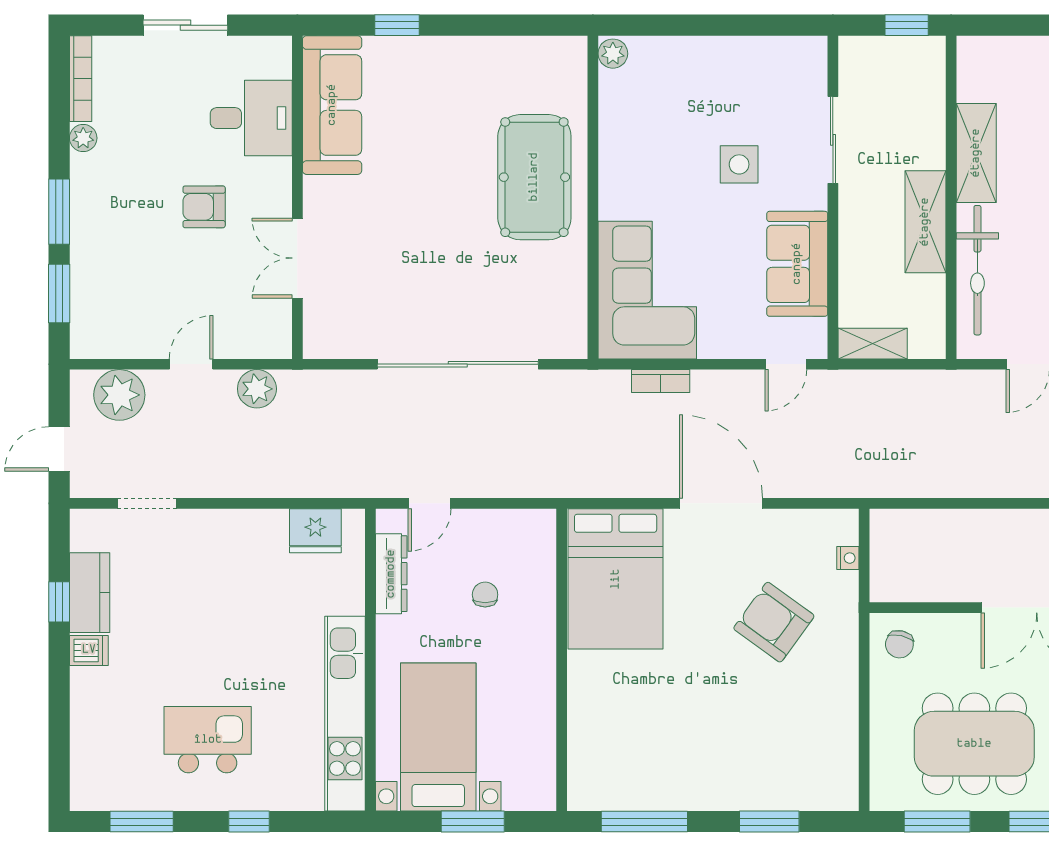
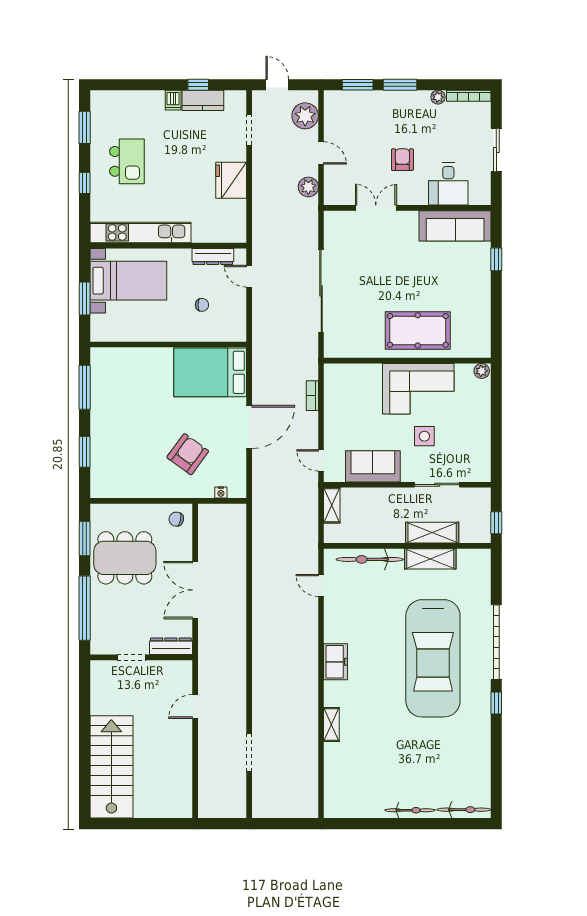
shelving: (925, 222) -> (432, 533), moved
corner sofa: (647, 290) -> (418, 389), moved
fridge: (315, 531) -> (231, 180), moved, width x1.36, depth x1.34
dining table: (974, 744) -> (125, 558), turned 90

